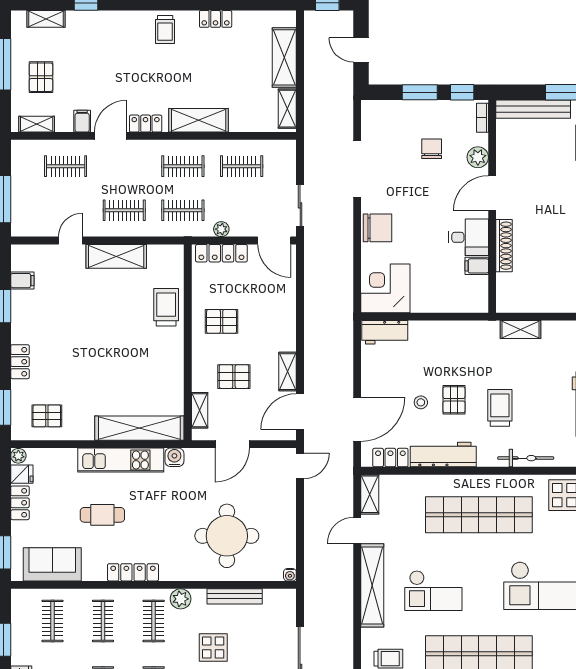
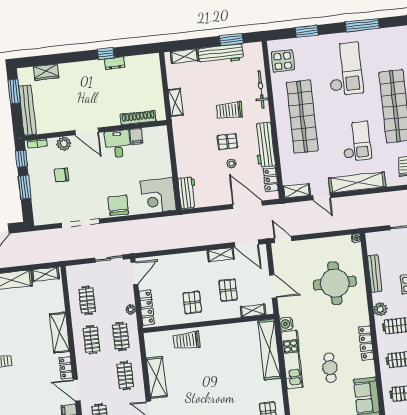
shoe rack: (504, 246) -> (138, 118), moved

